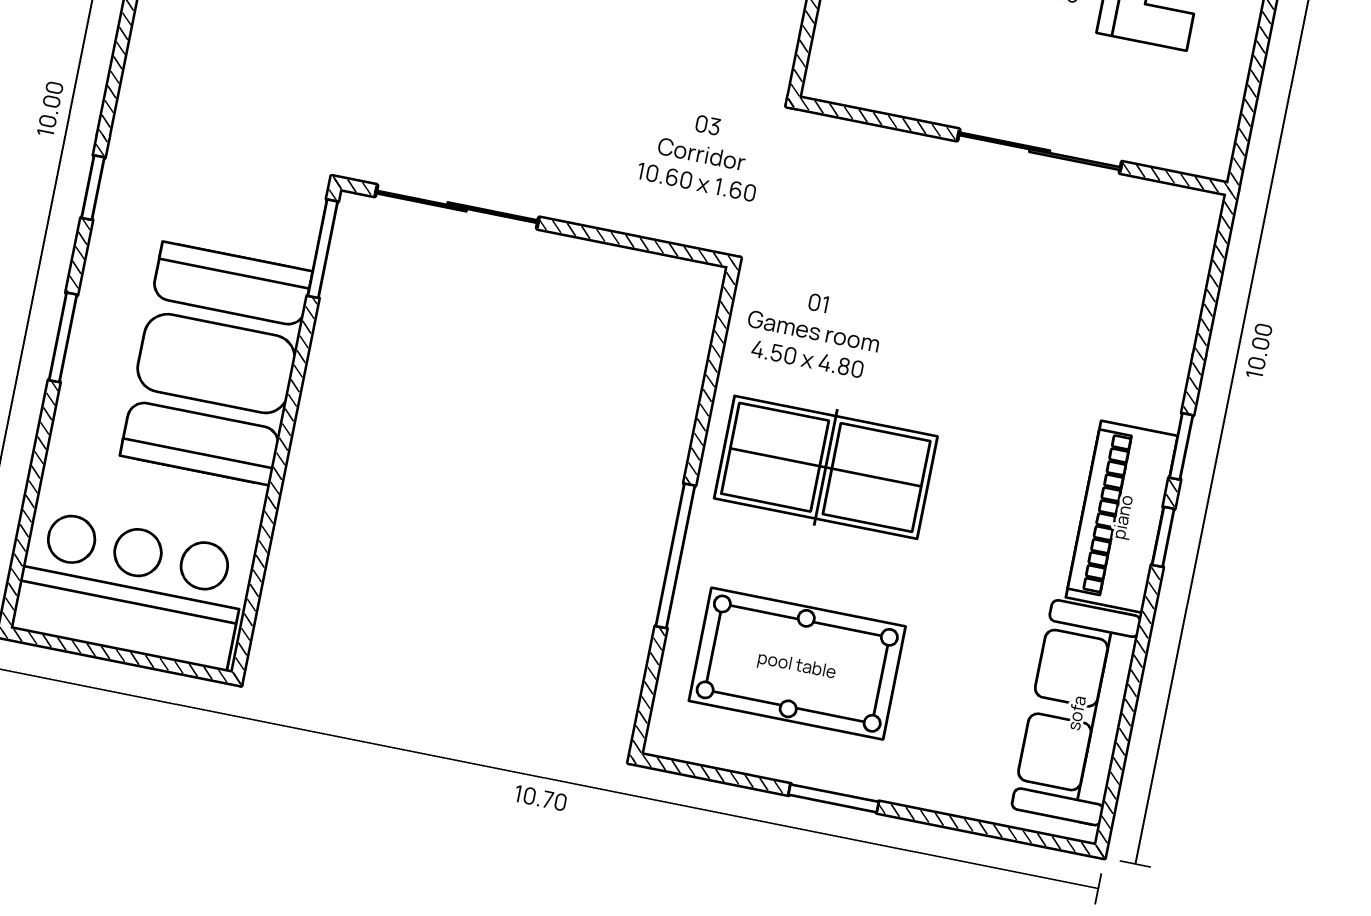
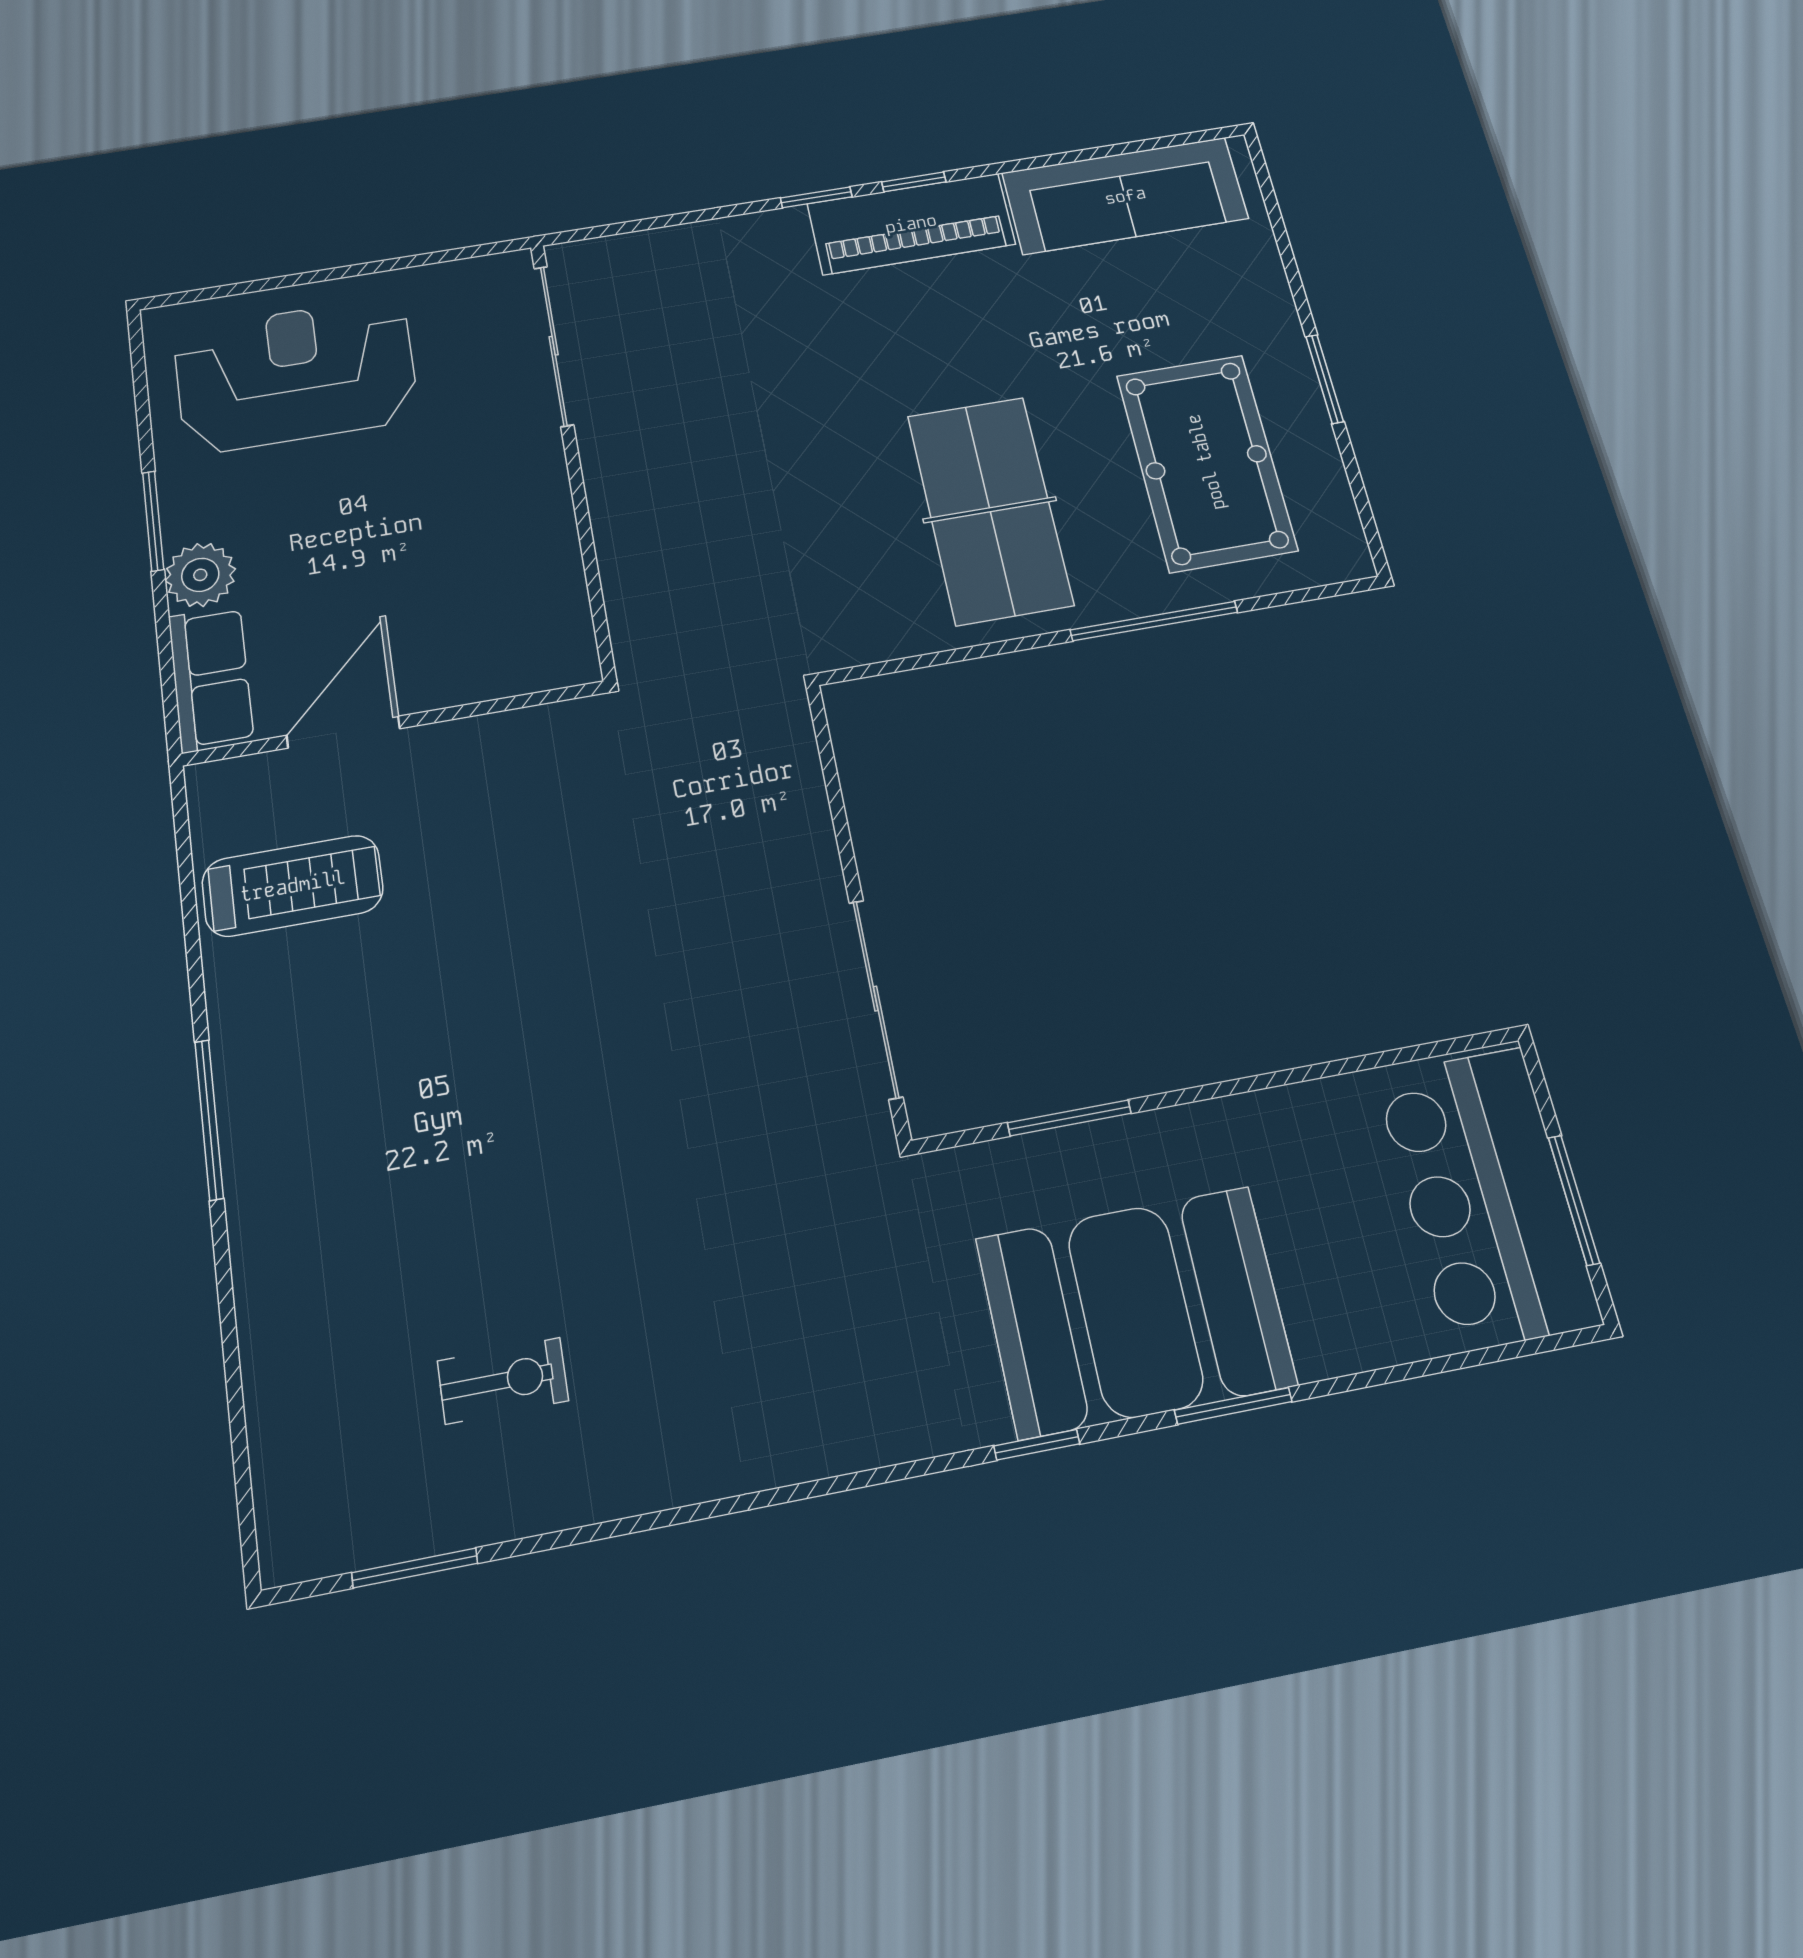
sliding door: (1040, 151) -> (554, 346), moved
window: (323, 249) -> (1069, 1118), moved
booth: (216, 364) -> (1135, 1311), moved
window: (103, 652) -> (1574, 1200), added

